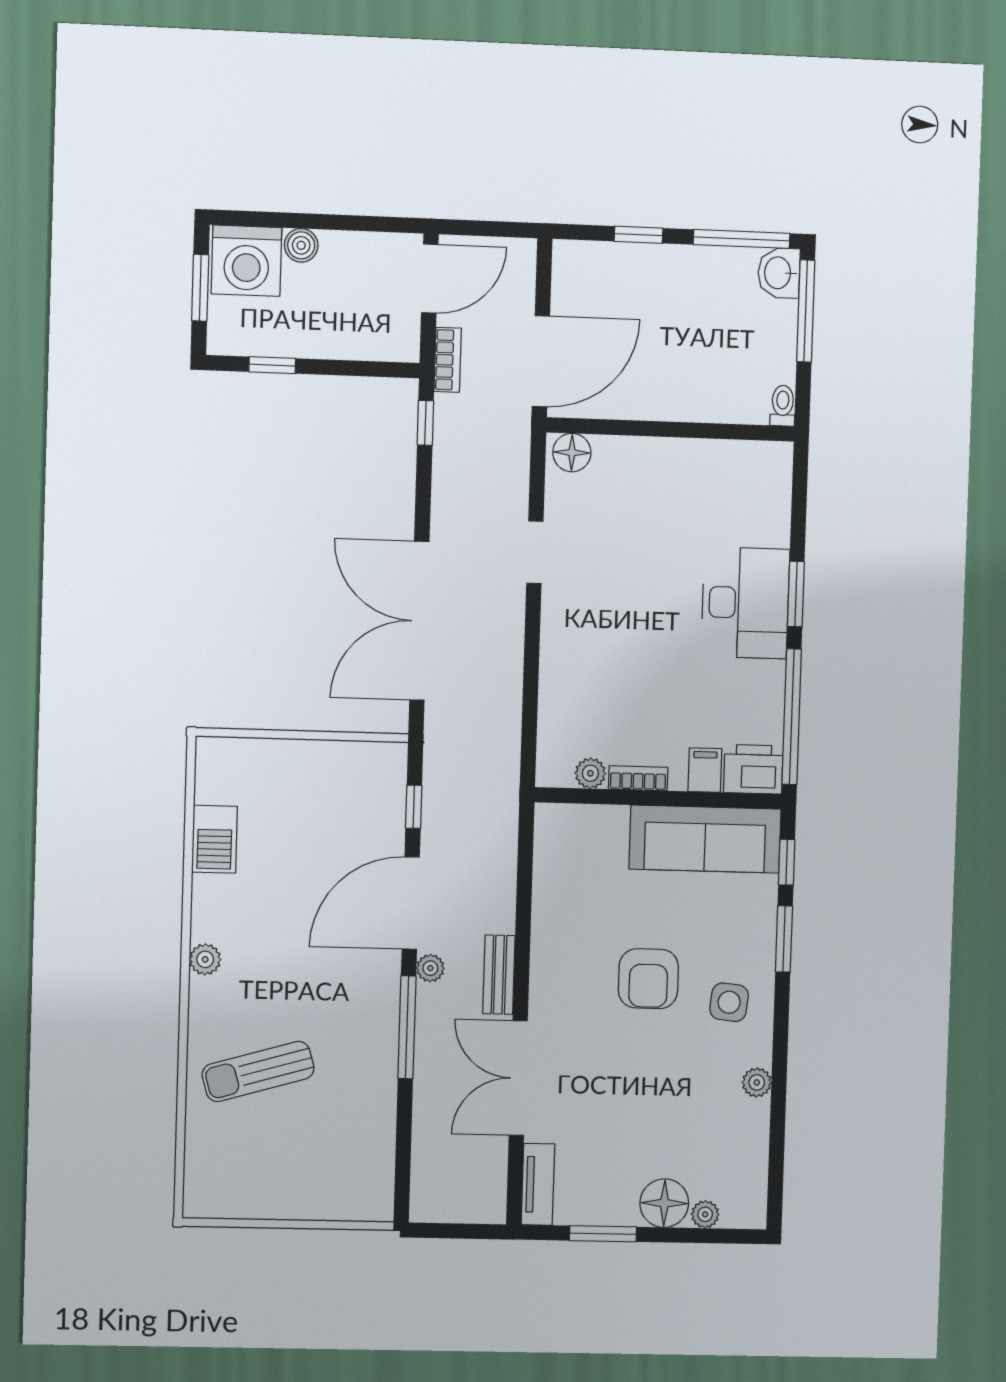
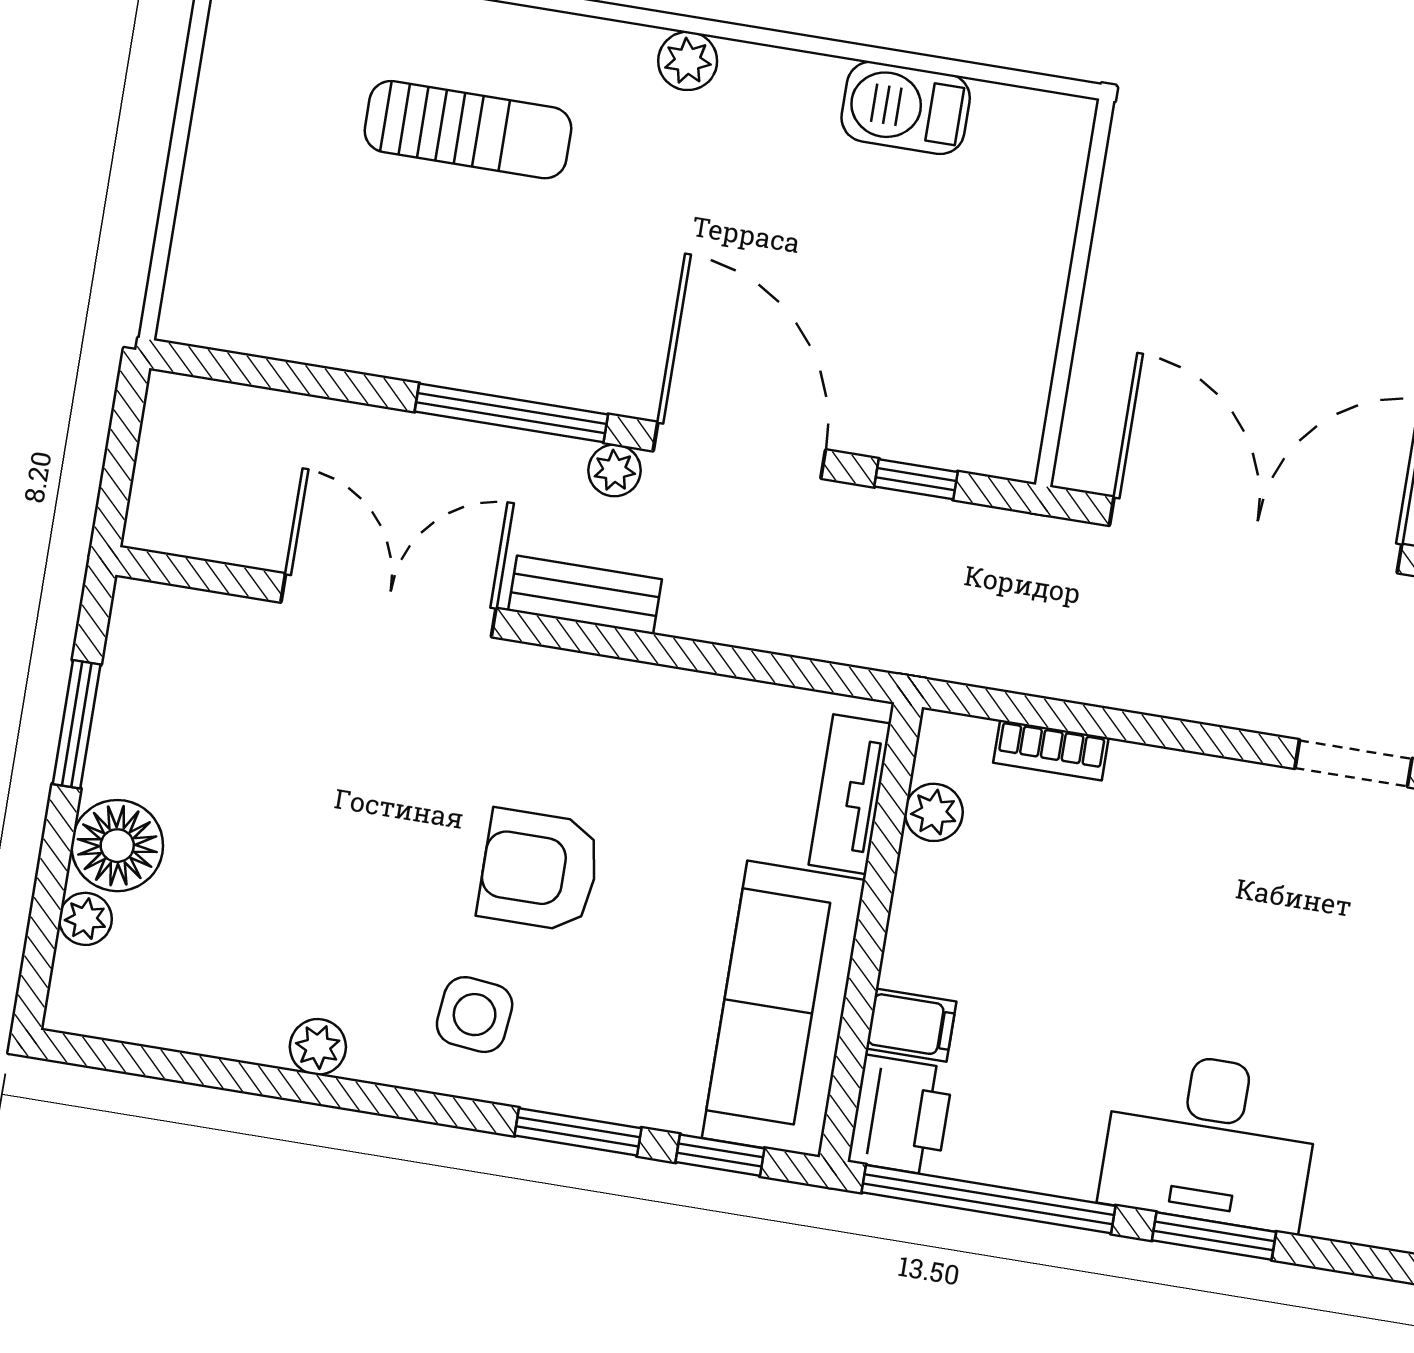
bookcase: (638, 778) -> (1051, 750), moved, turned 90
sun lounger: (258, 1071) -> (468, 130), turned 106
tv unit: (538, 1184) -> (850, 794), moved, turned 90

